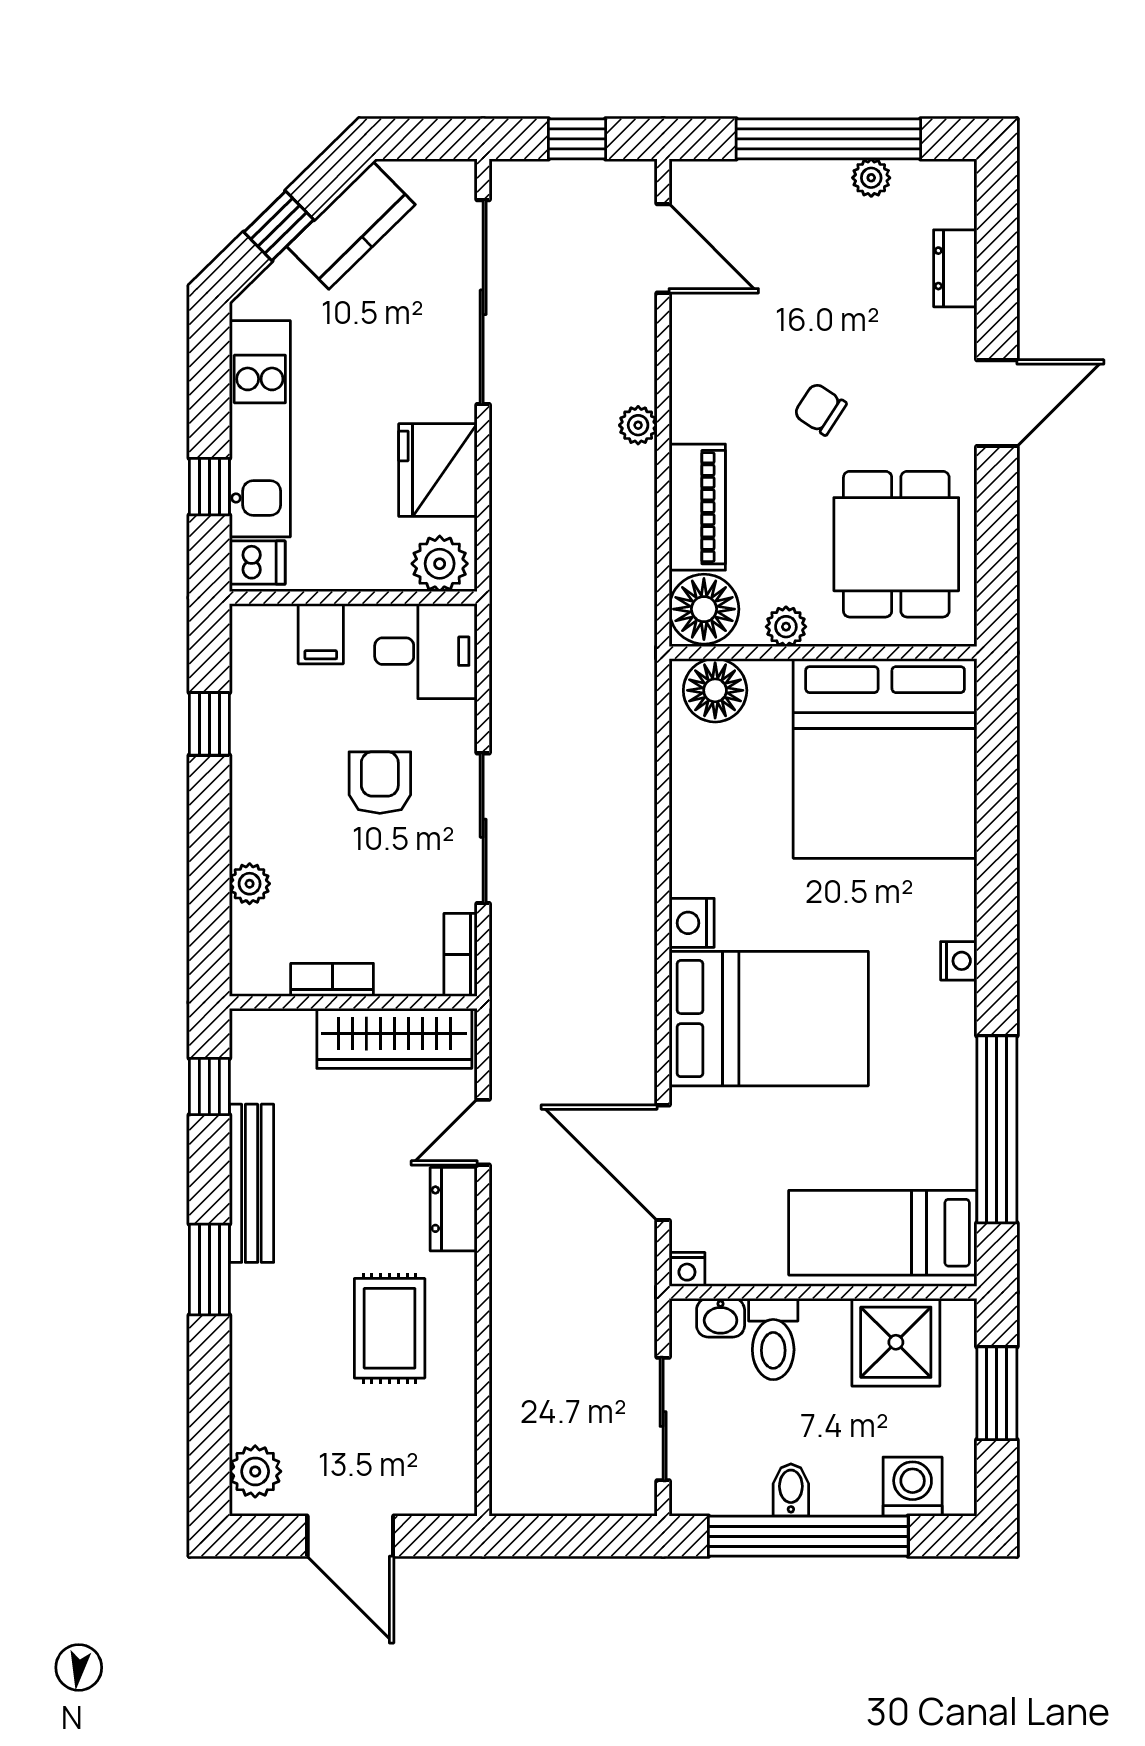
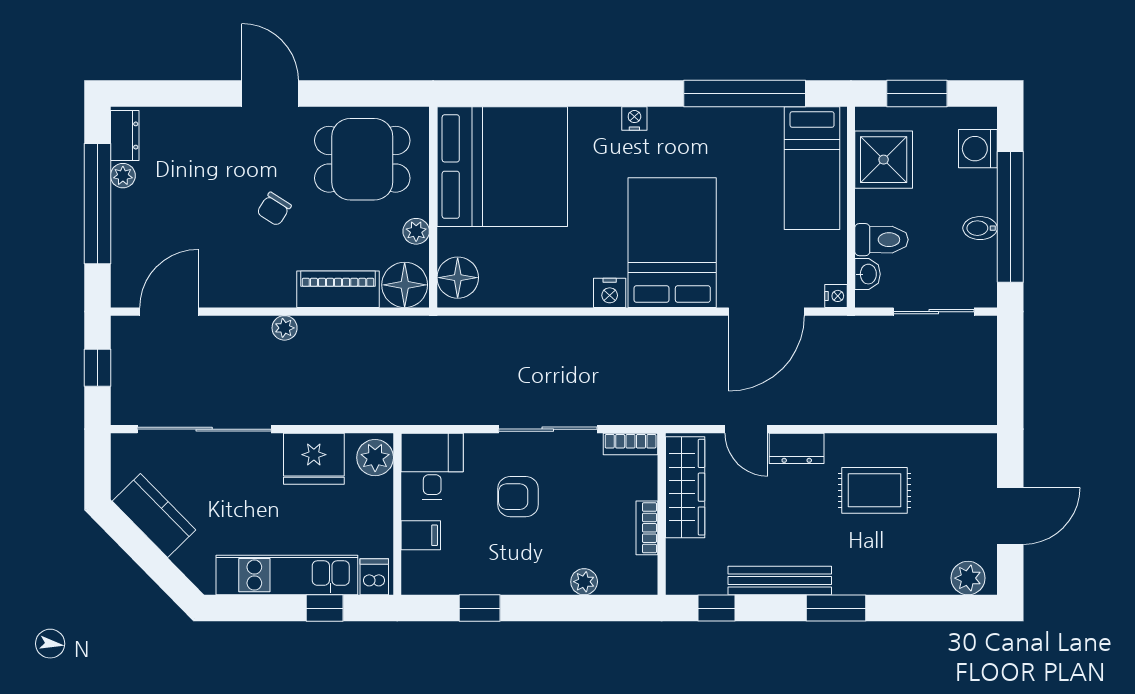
window: (279, 226) -> (154, 563), removed
dresser: (955, 268) -> (125, 136), moved, turned -90

